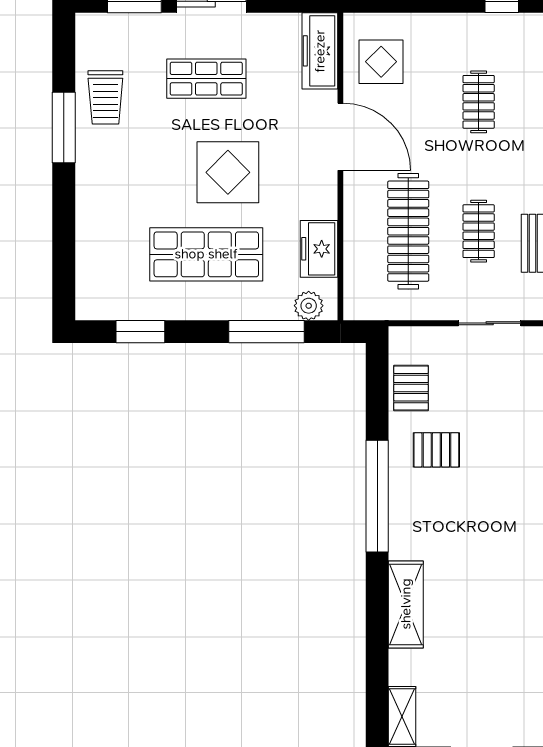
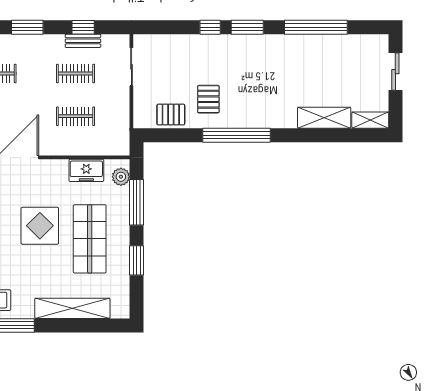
shelving: (92, 226) -> (72, 308), added
clothes rail: (408, 231) -> (76, 116), width x0.54, depth x0.76
window: (140, 332) -> (137, 260), moved
shelving: (406, 604) -> (324, 118), moved

